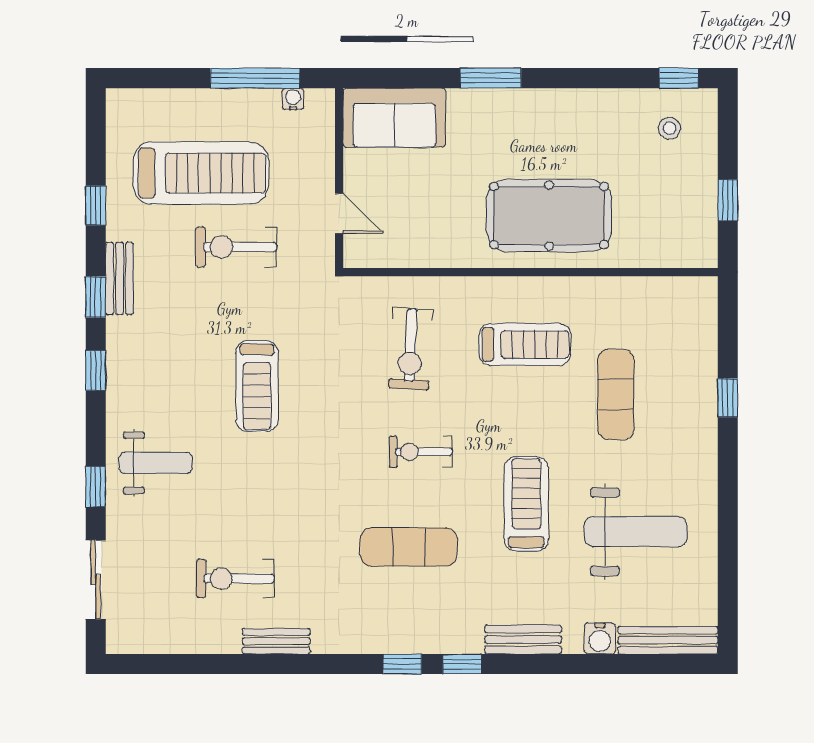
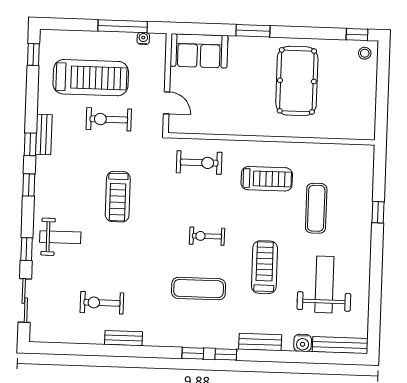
stool: (670, 128) -> (365, 53), moved
window: (728, 200) -> (382, 103), removed
window: (96, 206) -> (33, 55), moved
pool table: (549, 216) -> (297, 81), moved, turned 90
exercise bike: (411, 349) -> (199, 163), moved, turned -93
weight bench: (636, 532) -> (324, 284), turned -90

